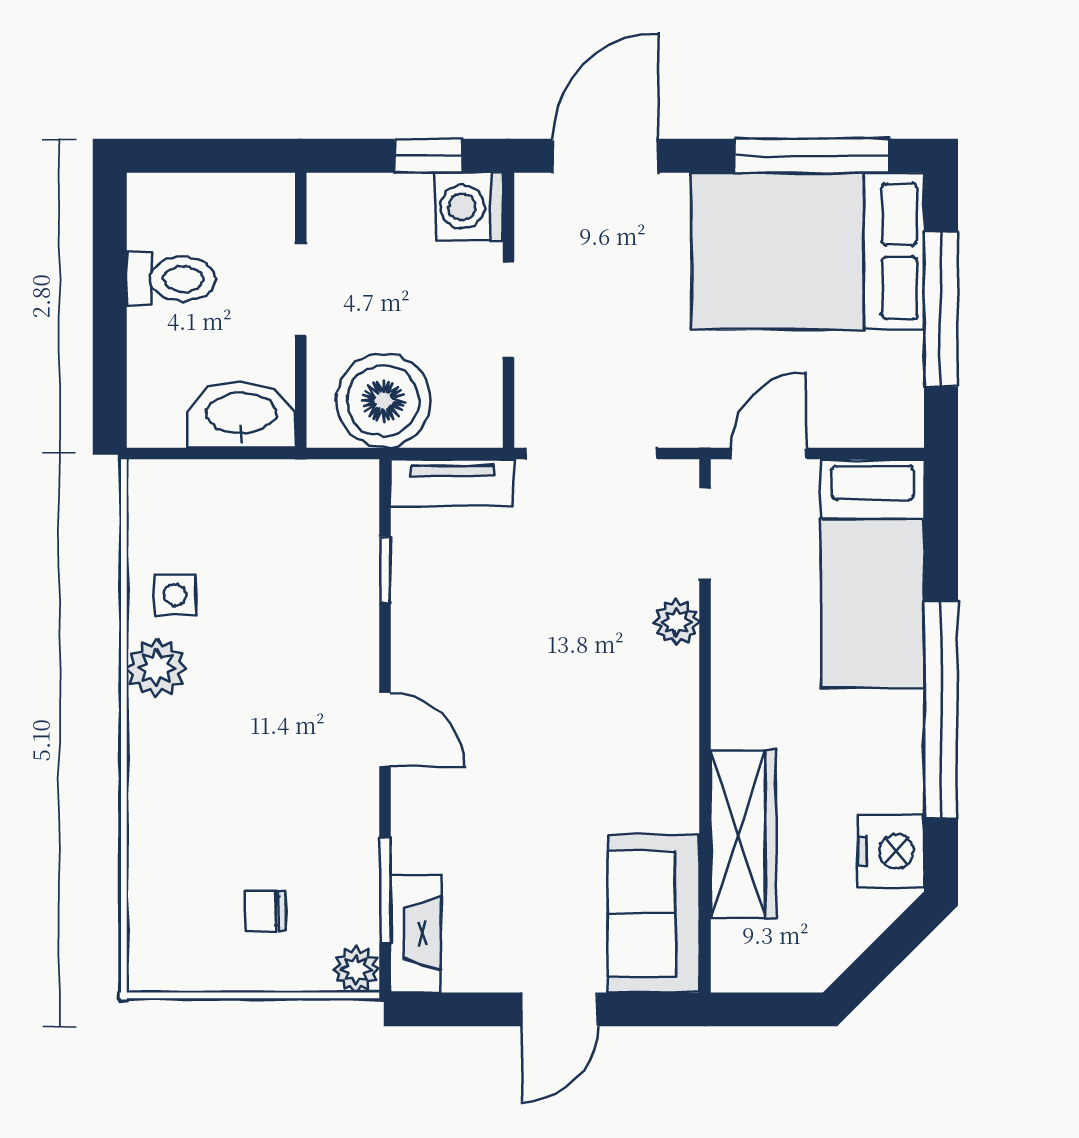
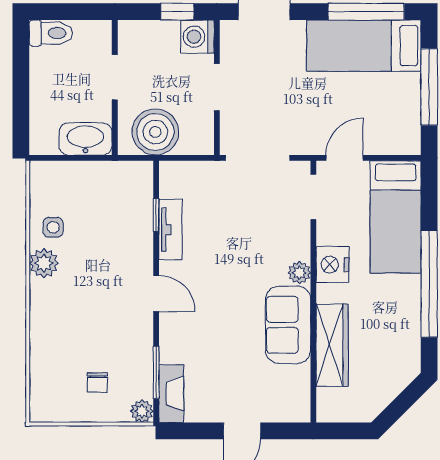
bed: (808, 251) -> (364, 46), width x0.67
toilet: (171, 279) -> (51, 33), moved
tv unit: (452, 483) -> (170, 230), moved, turned -90
plant: (677, 622) -> (299, 273), moved
nightstand: (891, 851) -> (332, 265), moved, turned 180
chair: (265, 911) -> (97, 383), turned -90
sofa: (654, 913) -> (288, 325), moved

